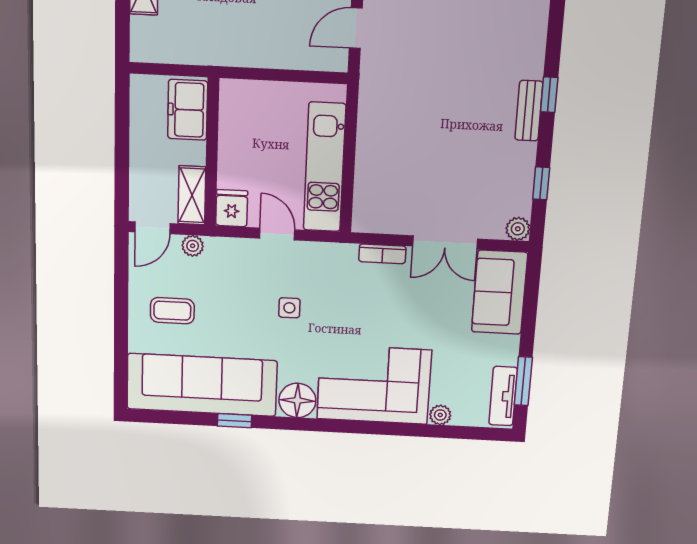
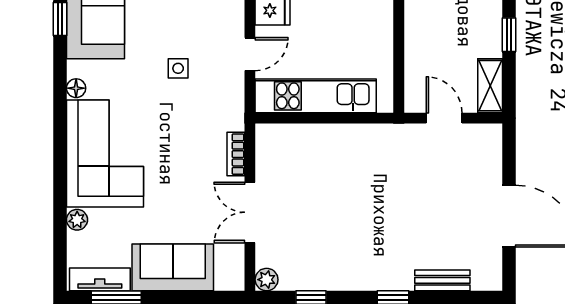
bench: (529, 111) -> (442, 280), moved
sofa: (499, 292) -> (173, 267), moved
floor lamp: (297, 400) -> (76, 88), width x0.53, depth x0.53

